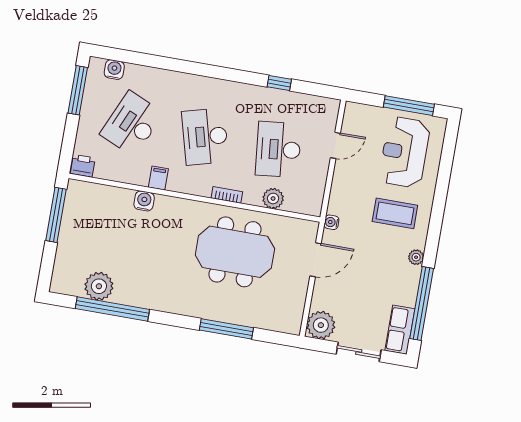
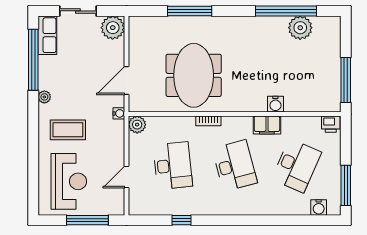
window: (409, 106) -> (87, 220), moved
filing cabinet: (158, 178) -> (267, 125), width x2.00
plant: (273, 198) -> (137, 125), moved
meeting table: (235, 252) -> (194, 75), turned 90

